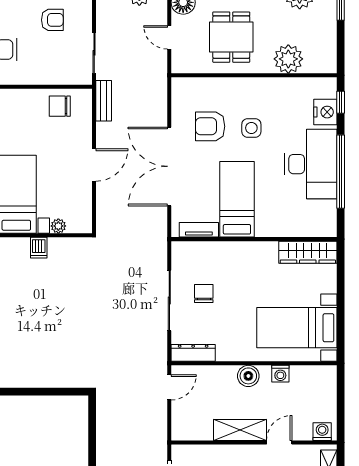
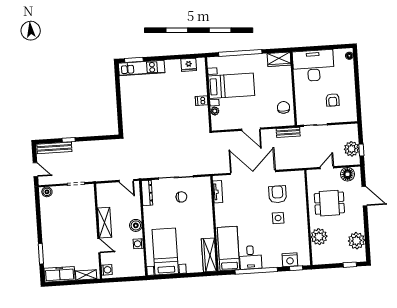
desk: (311, 164) -> (250, 257), width x0.53, depth x0.77
bed: (237, 199) -> (228, 249), moved, turned -90

